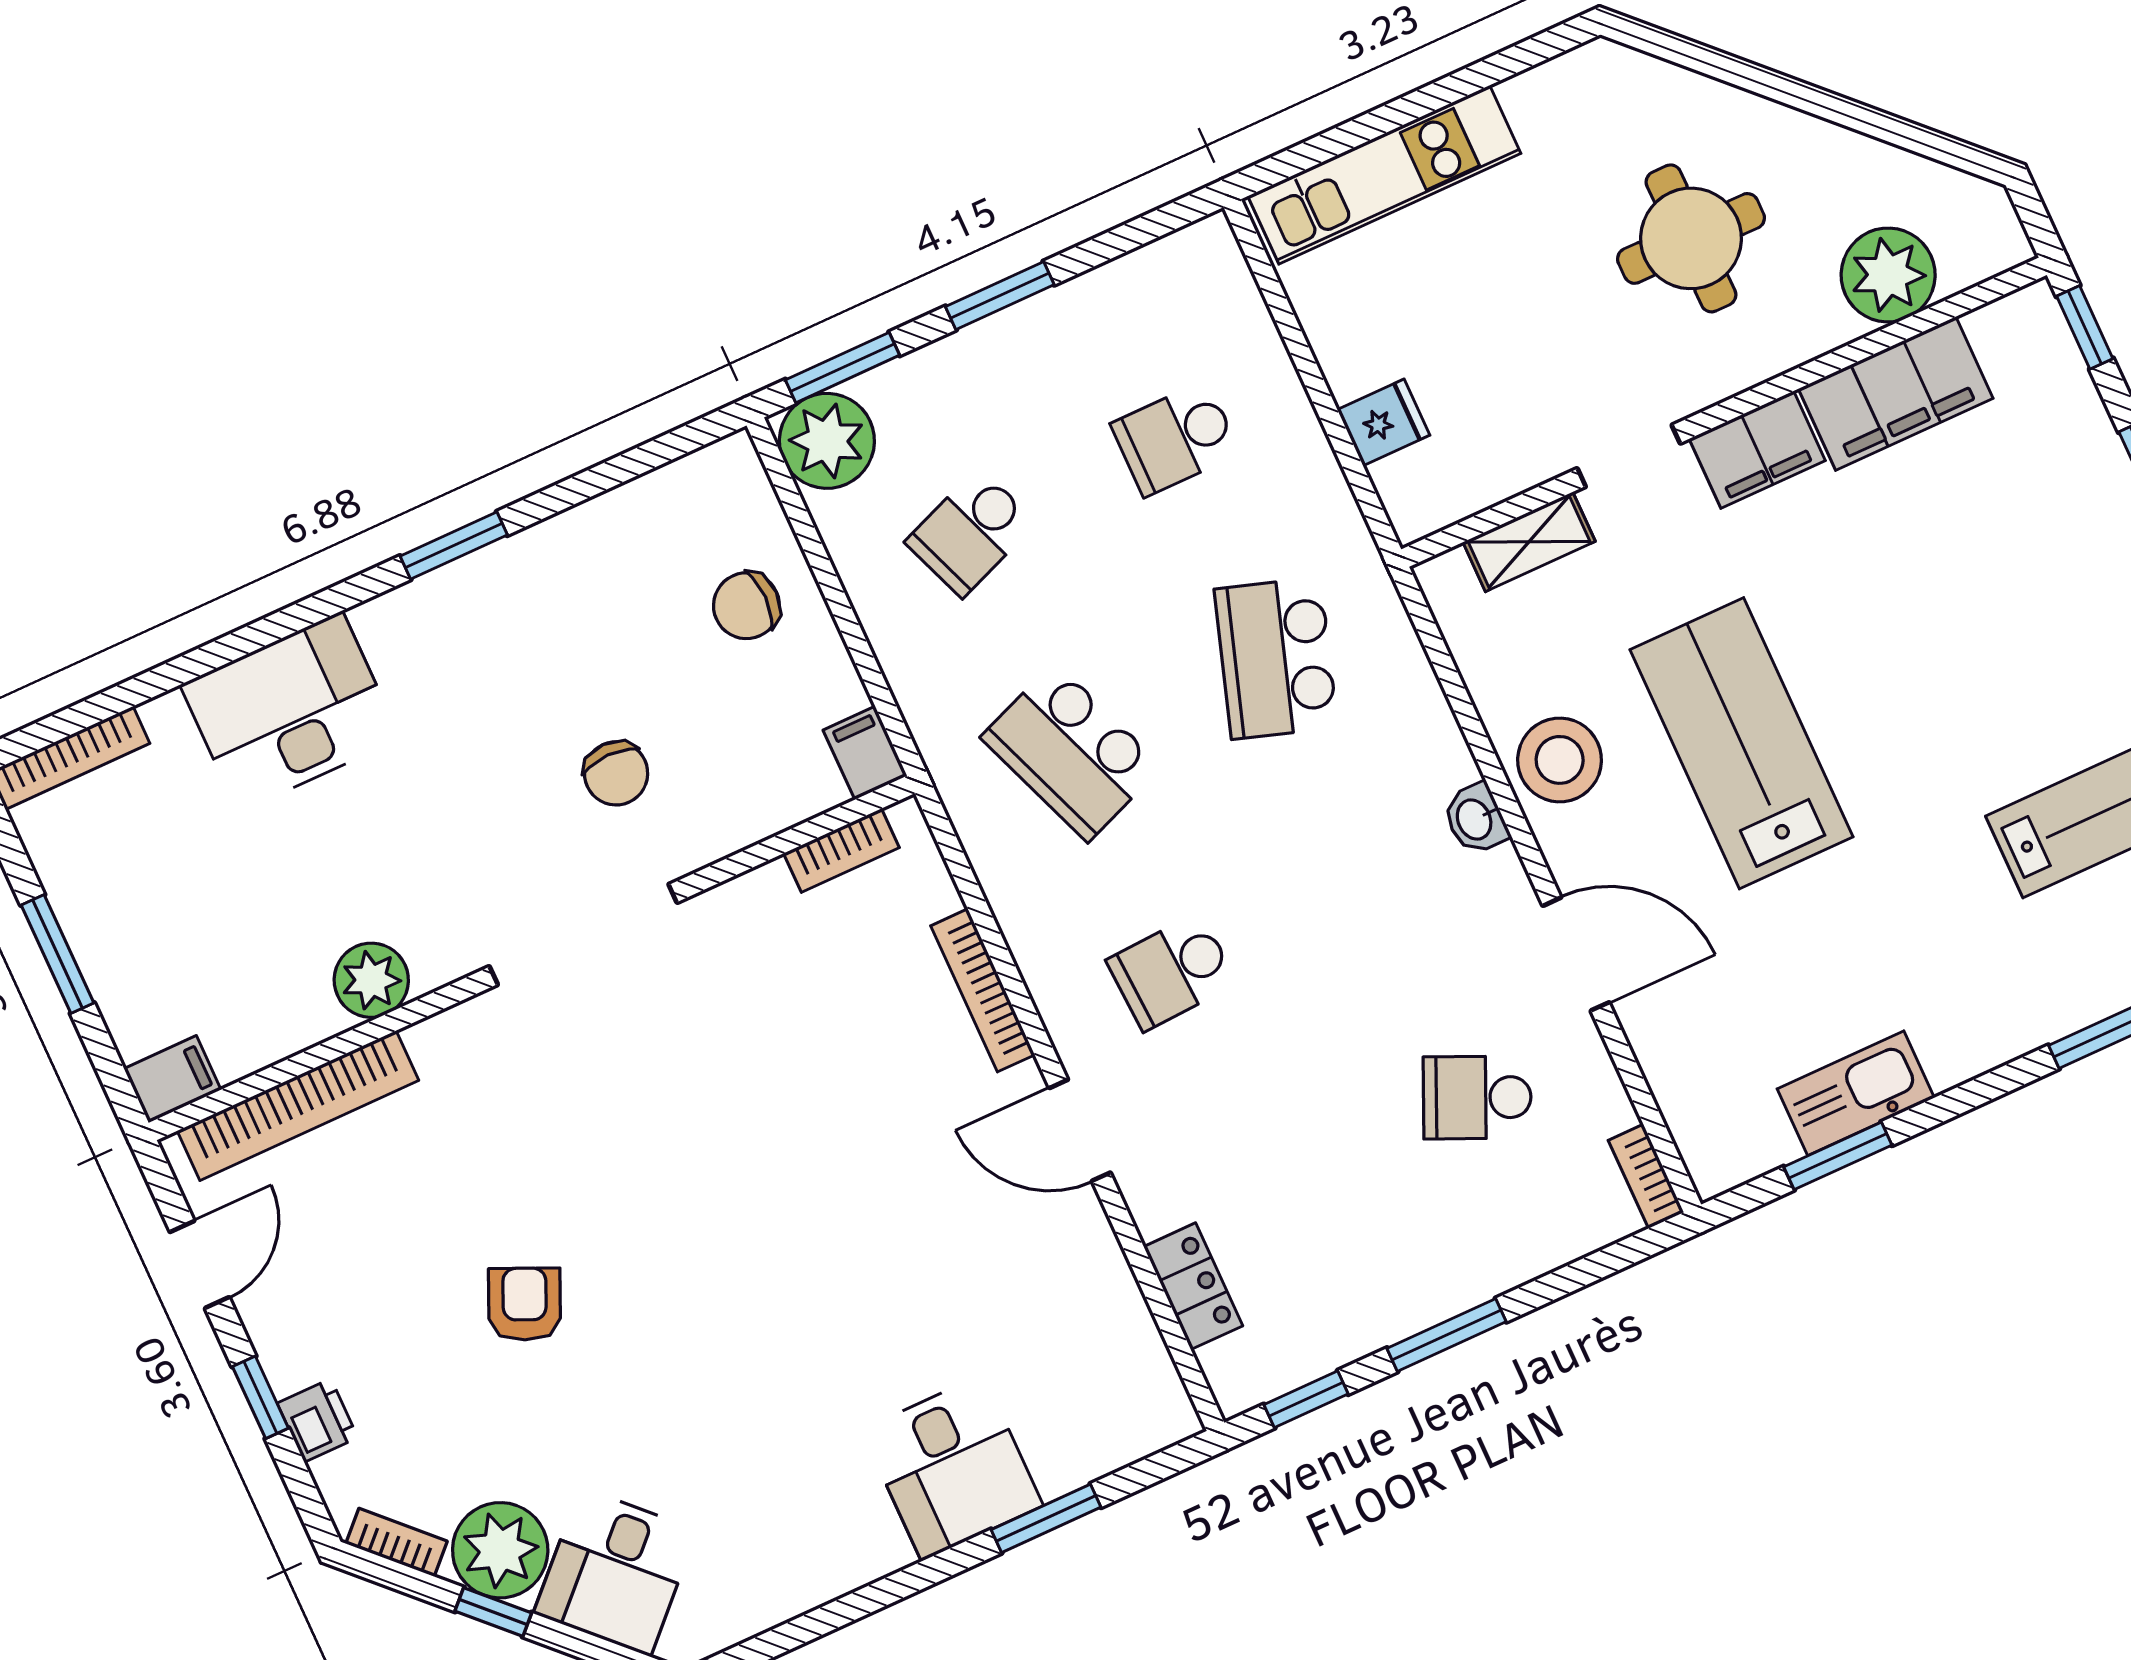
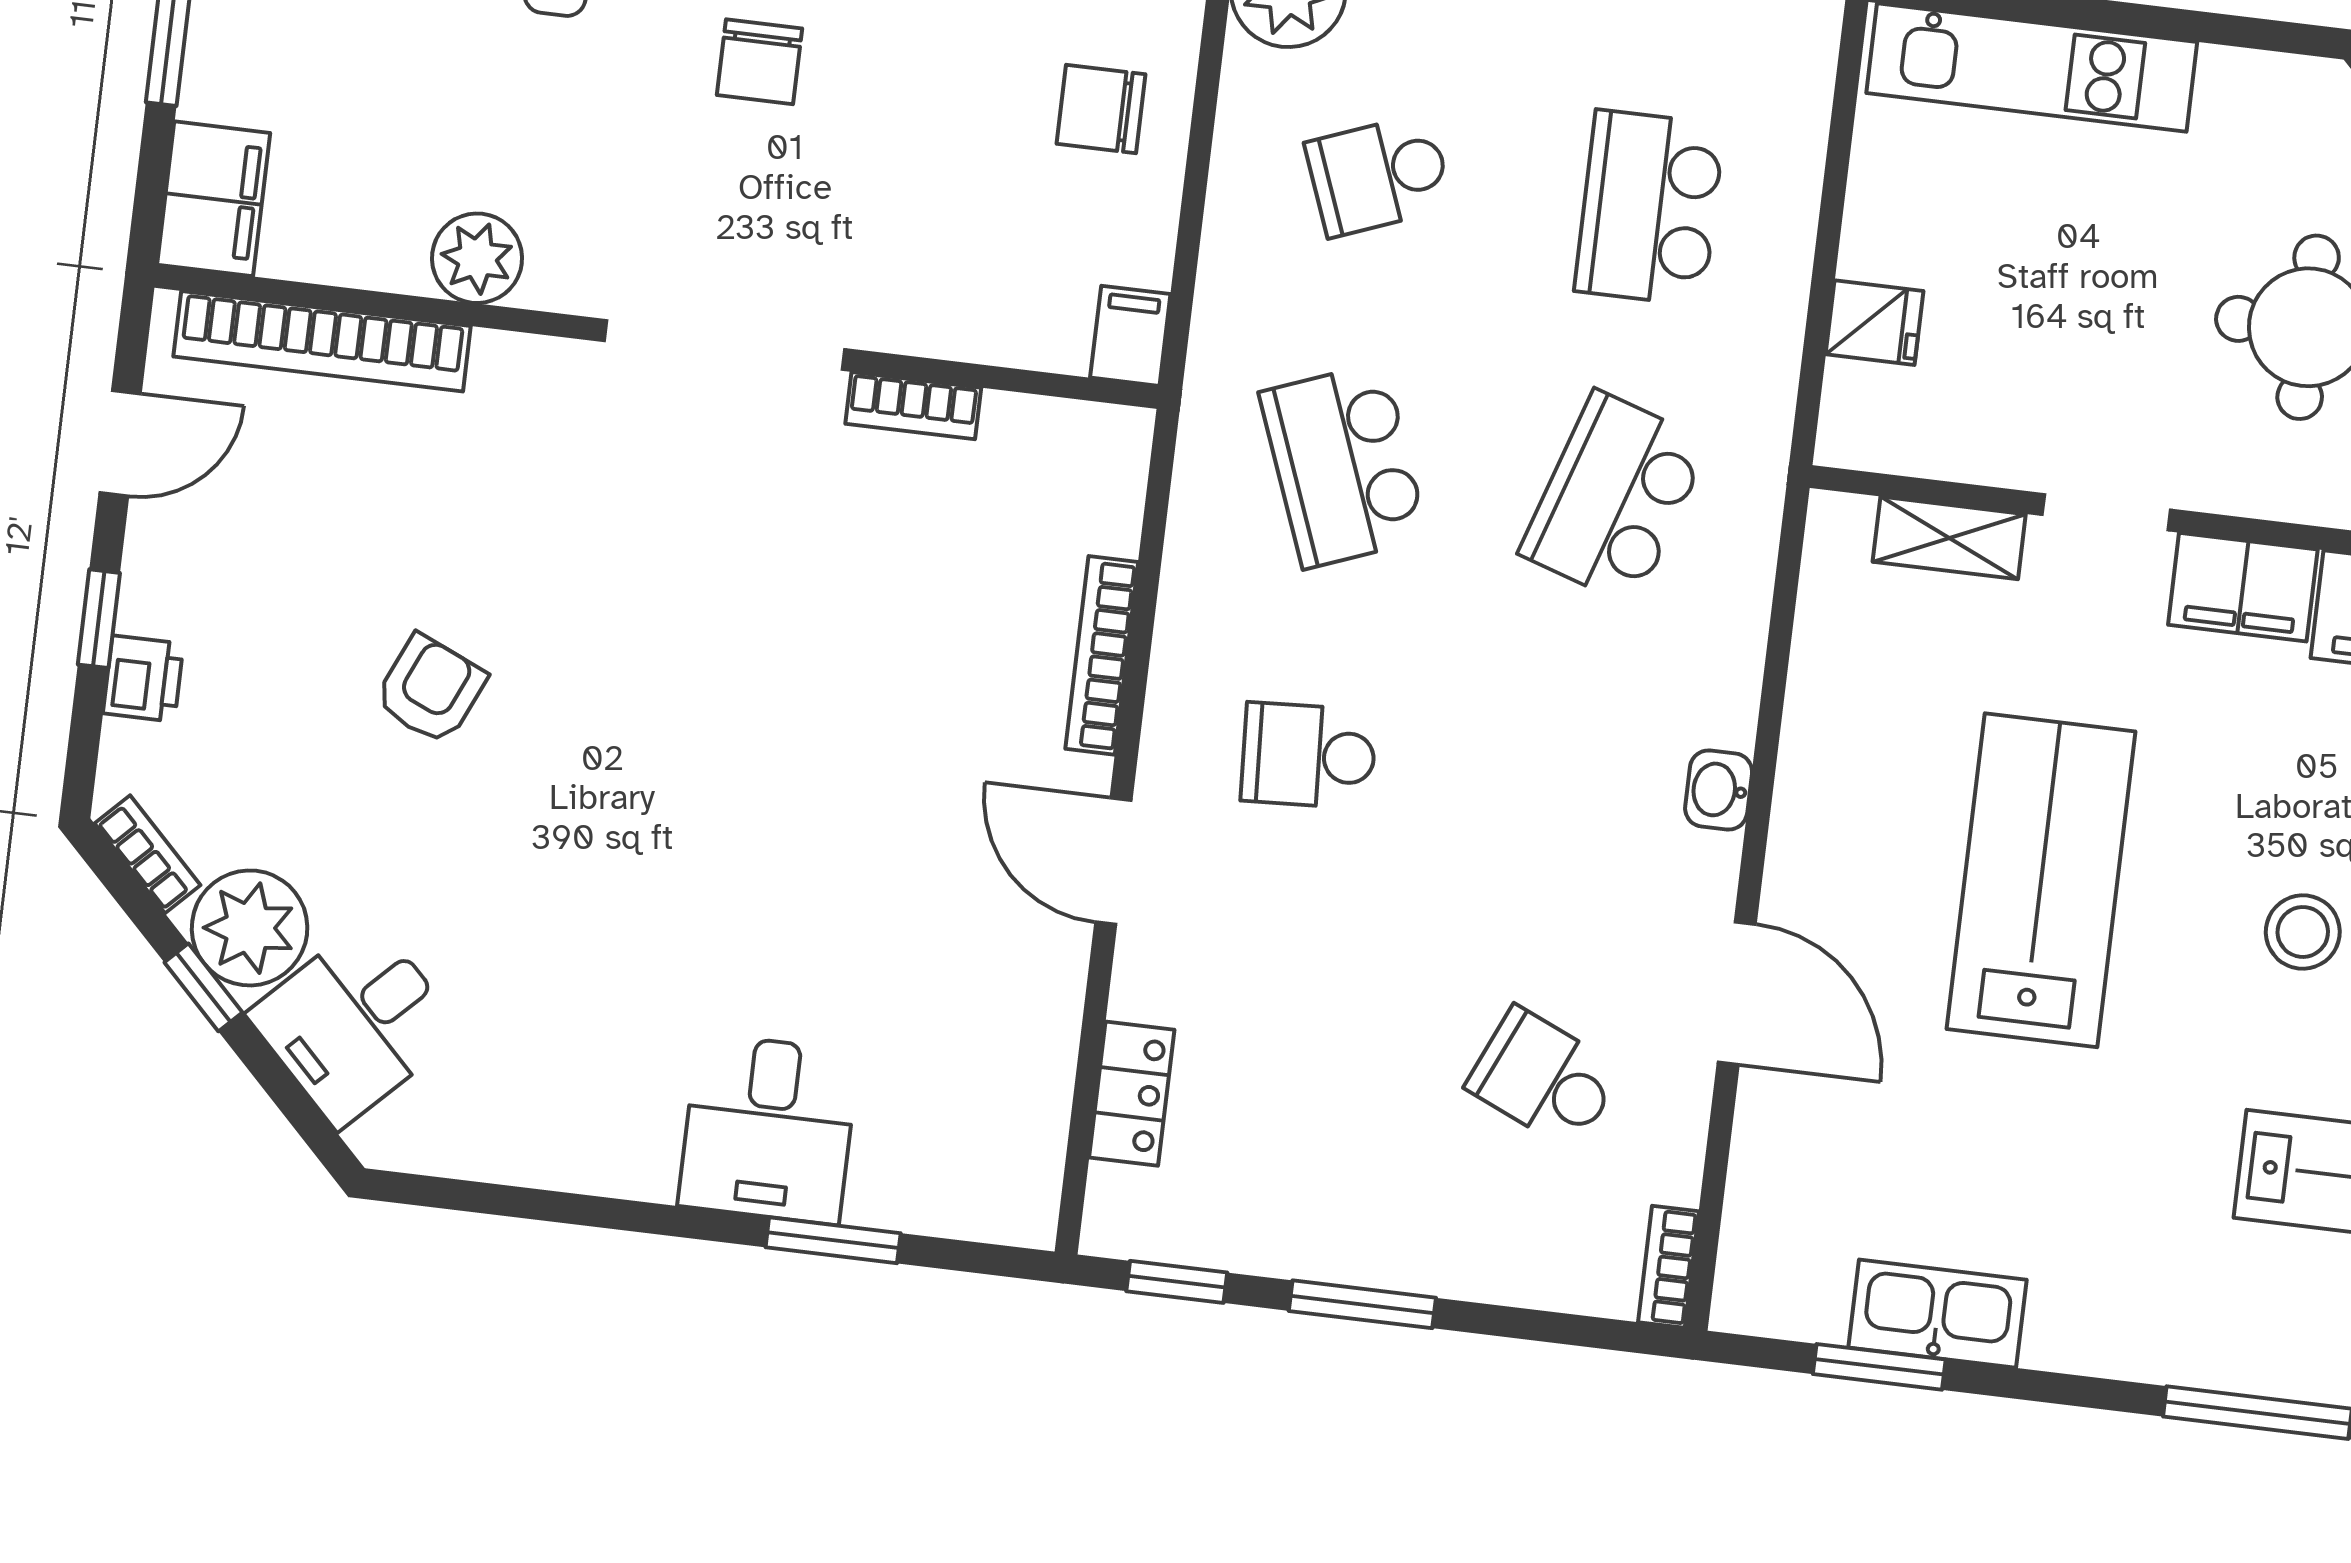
school desk: (1175, 439) -> (1649, 208), width x1.85
stool: (1560, 760) -> (2303, 932), moved, width x0.73, depth x0.73
chair: (616, 773) -> (759, 62), moved
bookcase: (841, 850) -> (913, 406), moved
filing cabinet: (173, 1079) -> (214, 199), width x2.00

